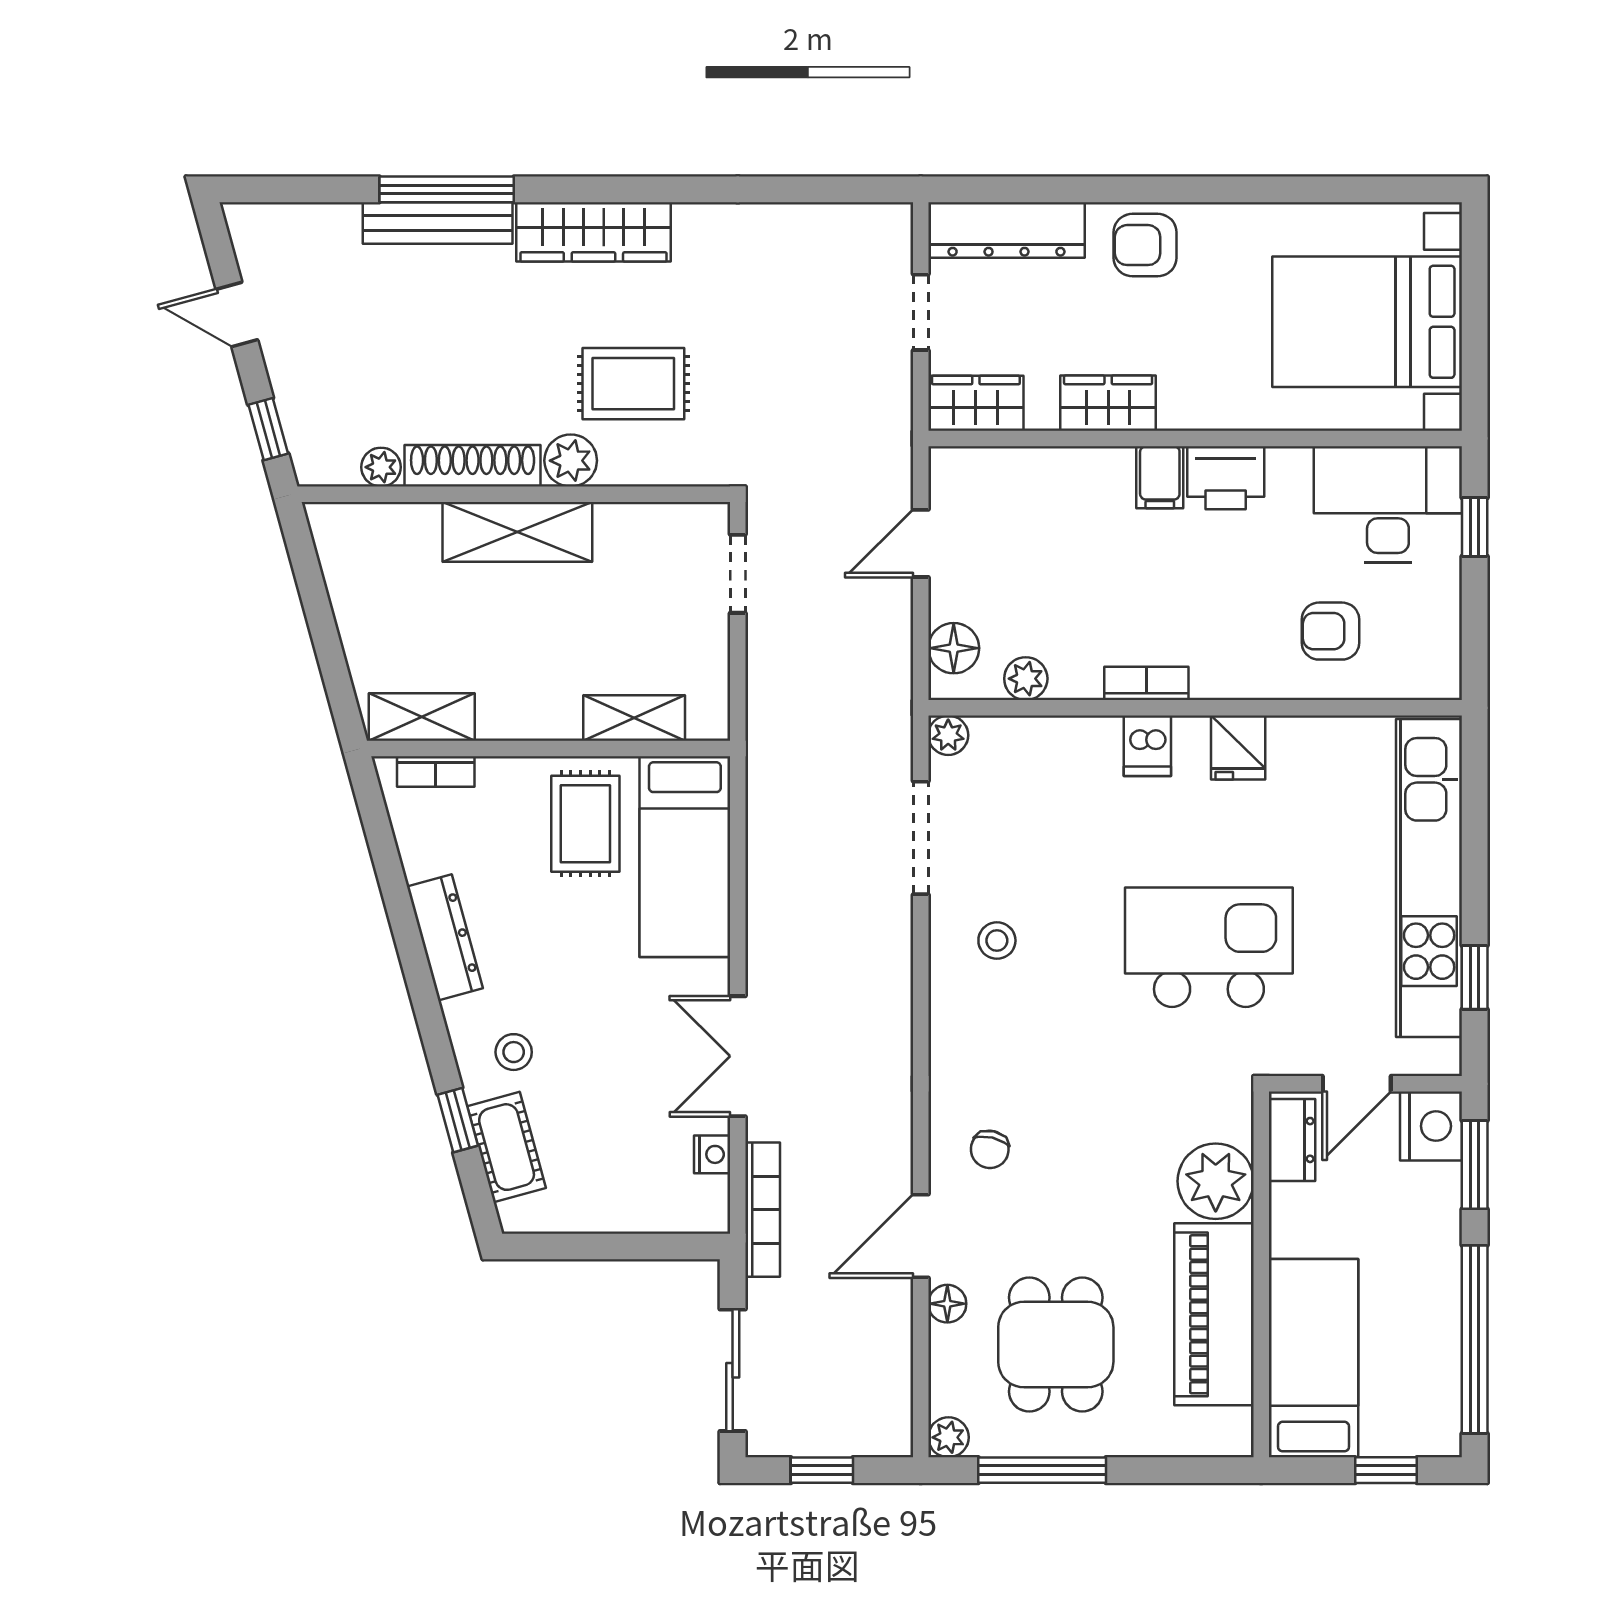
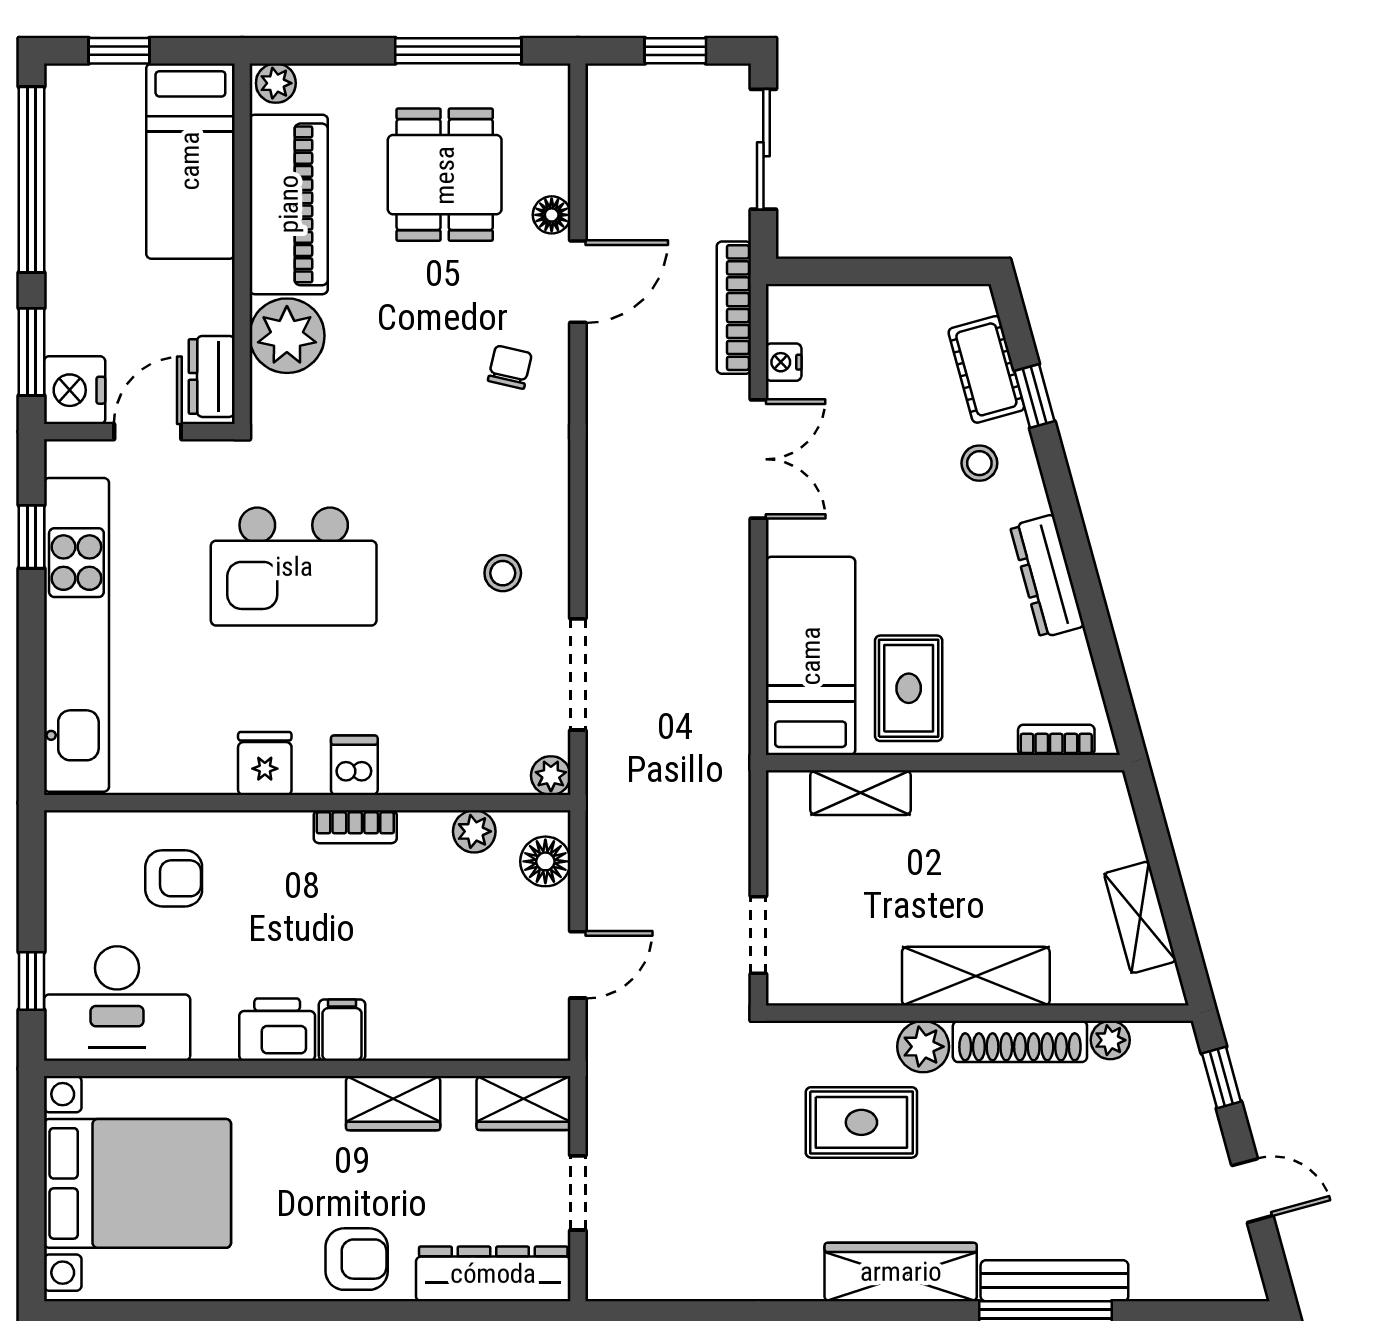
shelving: (422, 717) -> (1140, 917), moved, turned 75
plant: (948, 1437) -> (276, 83), moved

